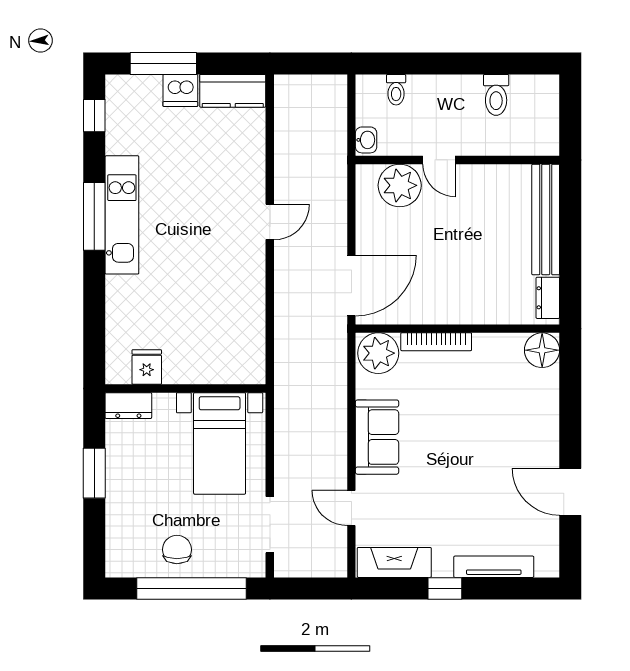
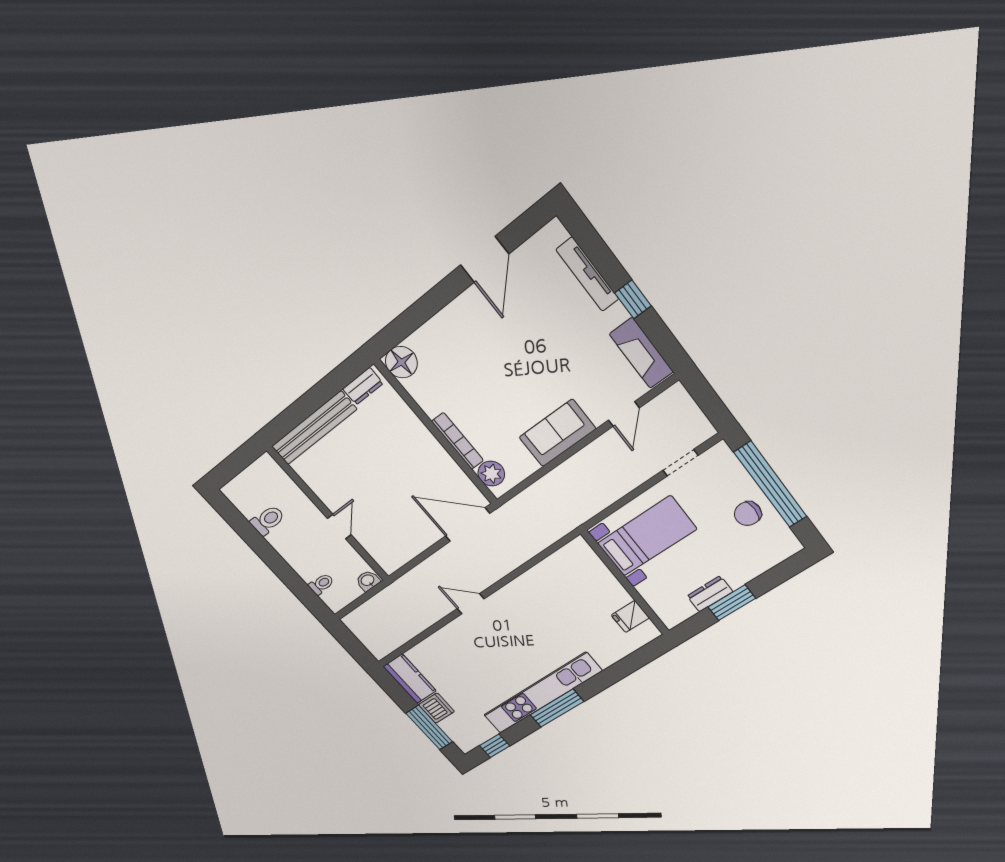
plant: (400, 185) -> (377, 540), removed
kitchen unit: (122, 215) -> (542, 693), width x1.36
plant: (378, 353) -> (491, 474), width x0.73, depth x0.73
dresser: (128, 406) -> (710, 594), moved, turned -90
doorway: (270, 525) -> (680, 463), width x0.73

